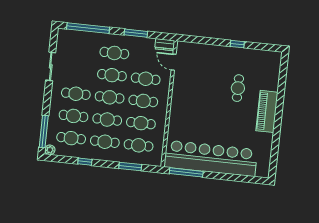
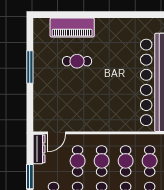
window: (237, 44) -> (30, 67), width x2.17
dresser: (165, 45) -> (39, 149), width x1.44
piano: (267, 111) -> (72, 27), moved

